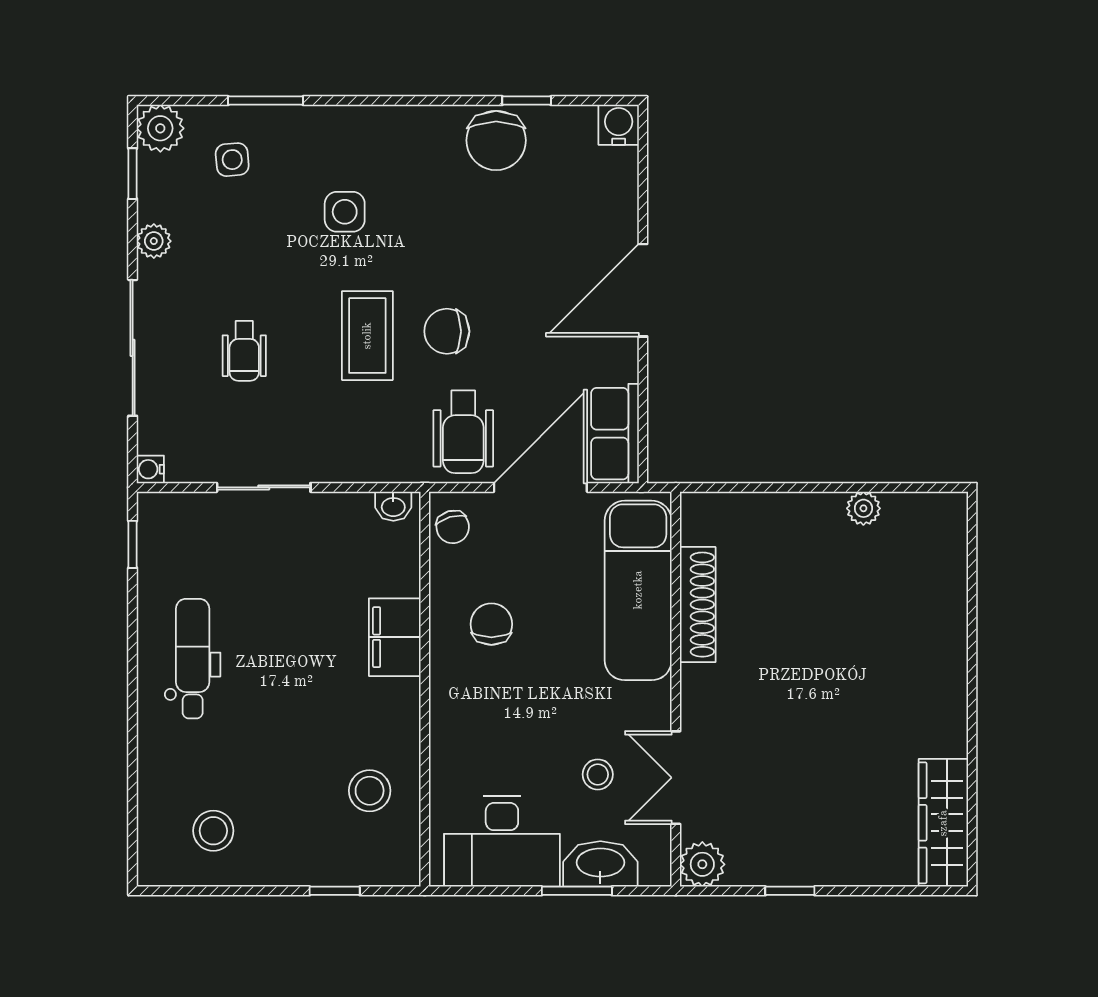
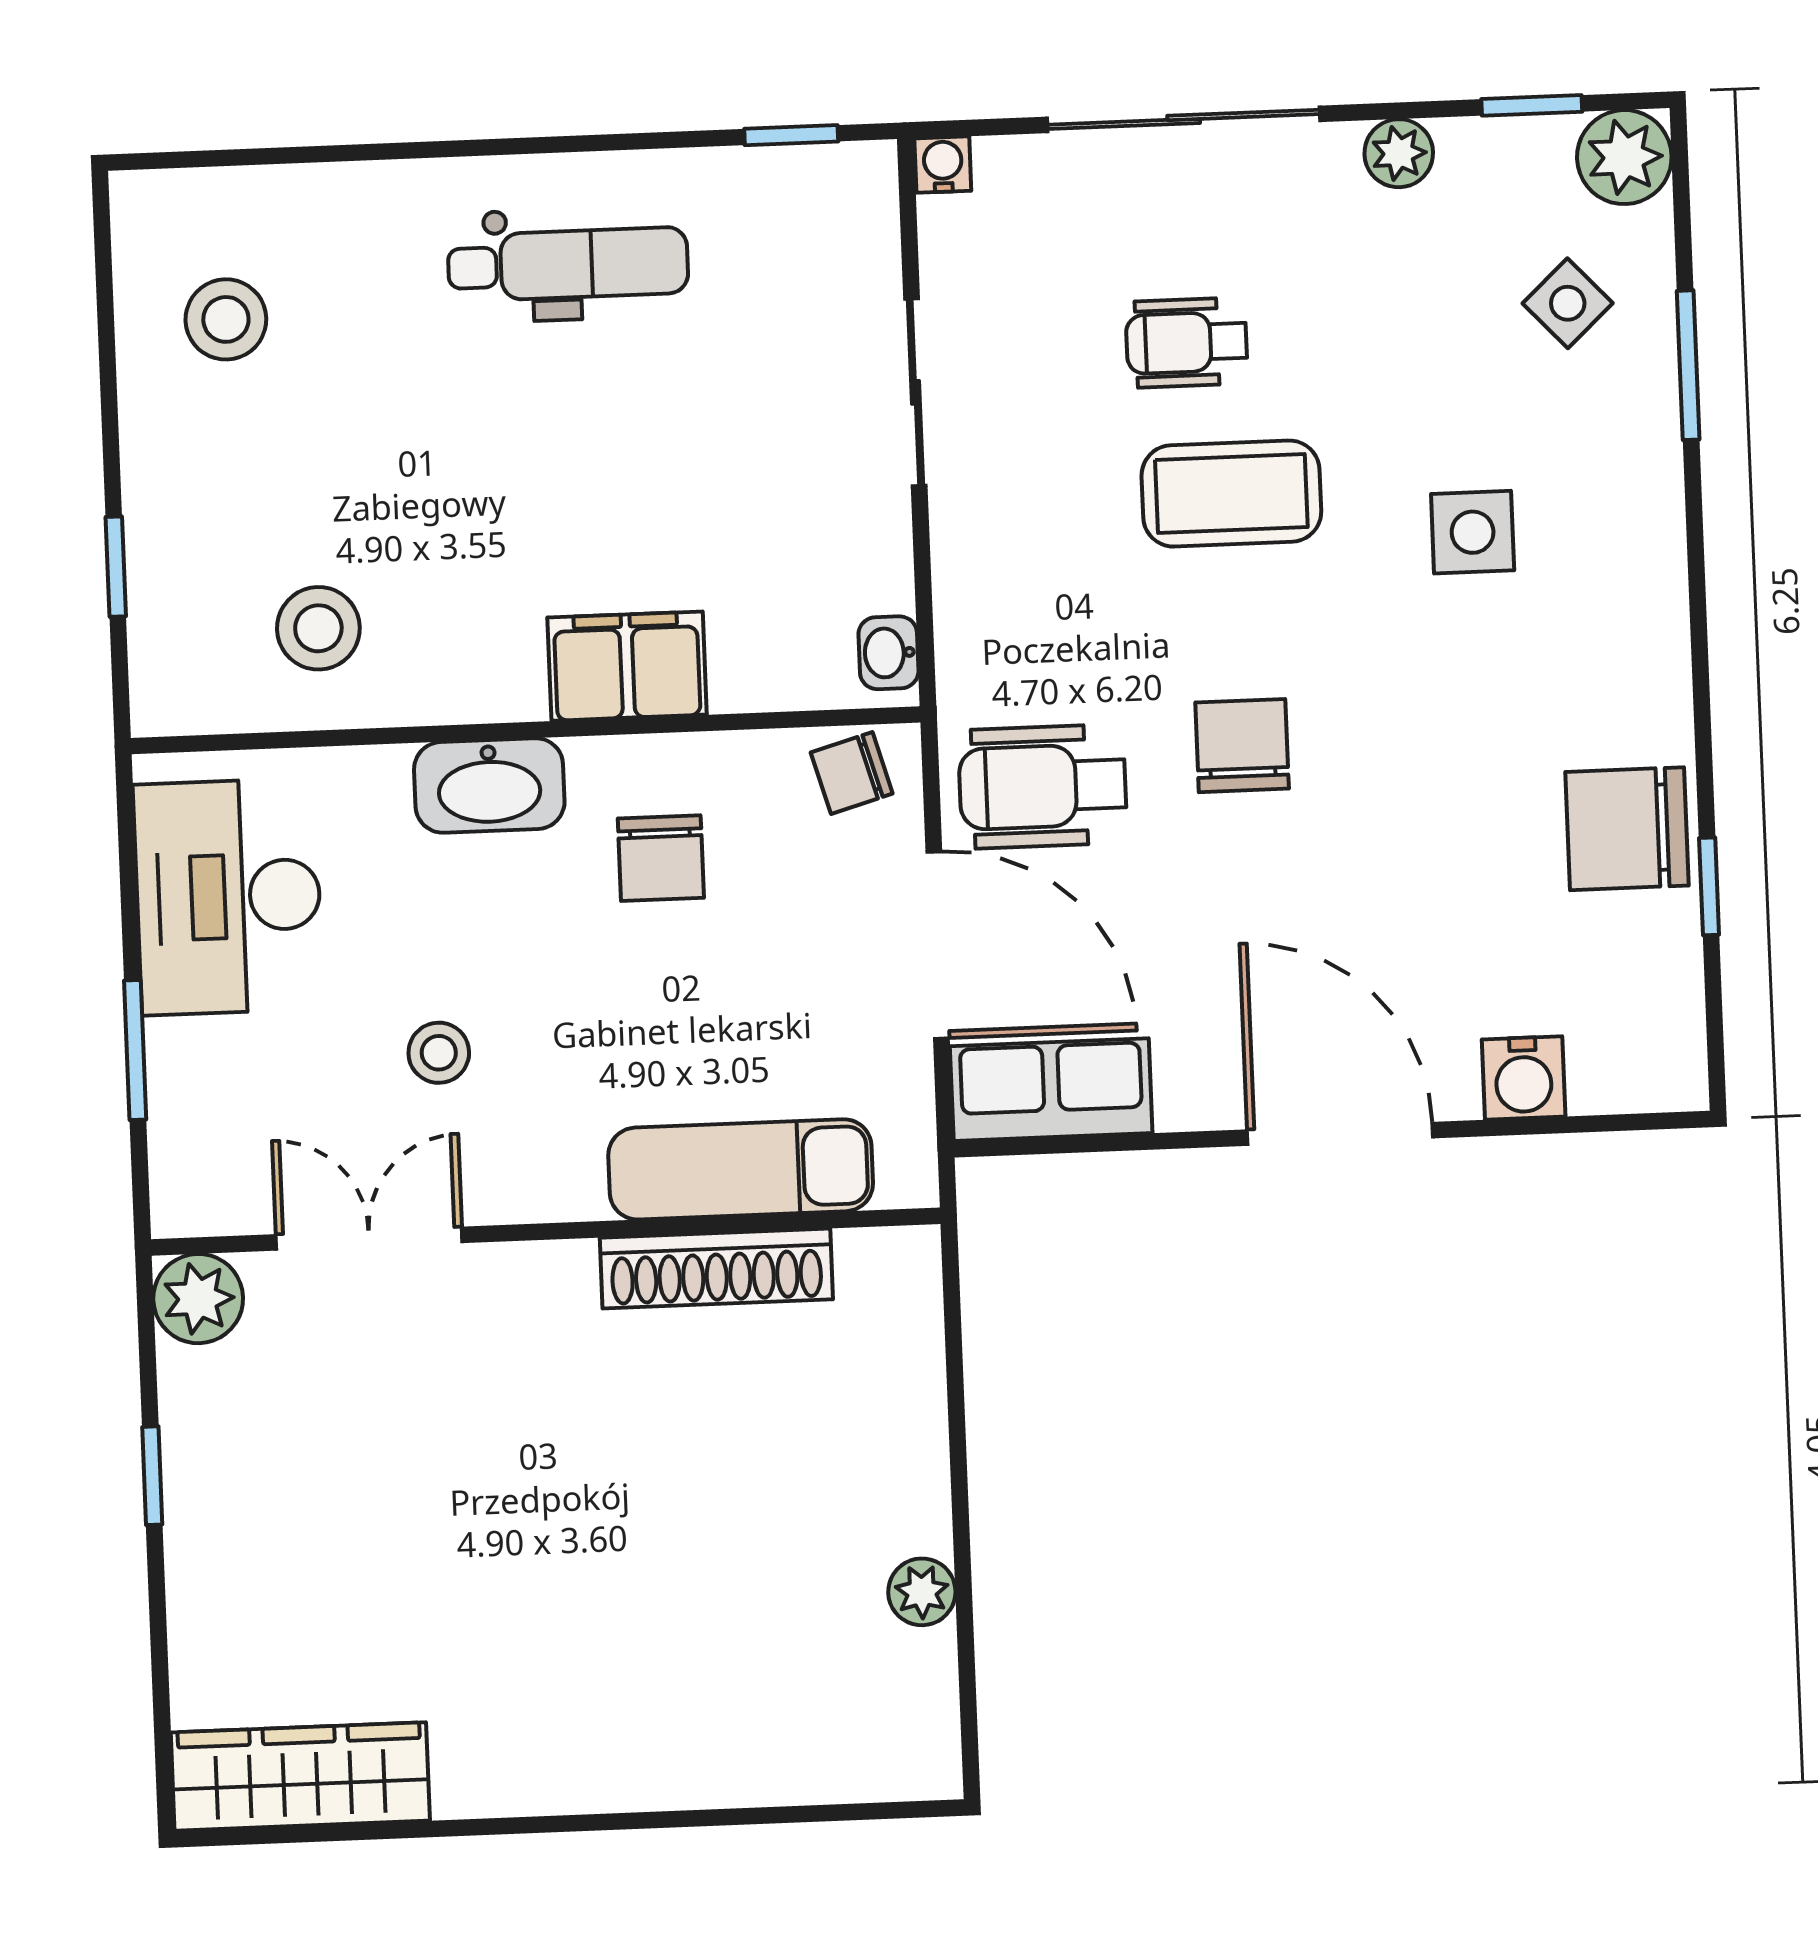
water cooler: (619, 125) -> (1524, 1078), moved, turned 90
side table: (232, 160) -> (1568, 303), turned -38
coffee table: (367, 336) -> (1231, 494), moved
exam couch: (638, 590) -> (741, 1169), width x0.73, depth x0.69
chair: (491, 624) -> (661, 858), turned 90
stool: (598, 774) -> (439, 1053), moved
washbasin: (600, 864) -> (489, 785), moved, turned 90

